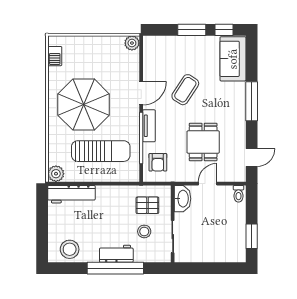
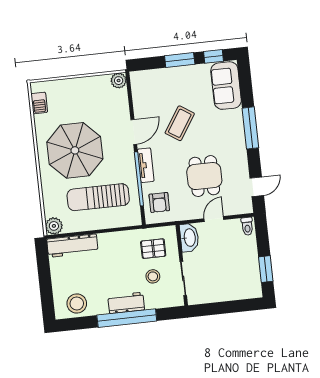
sun lounger: (101, 151) -> (98, 197), turned 180

